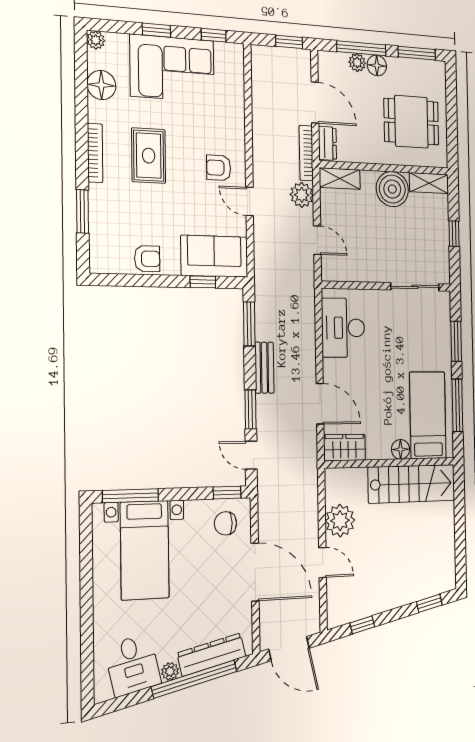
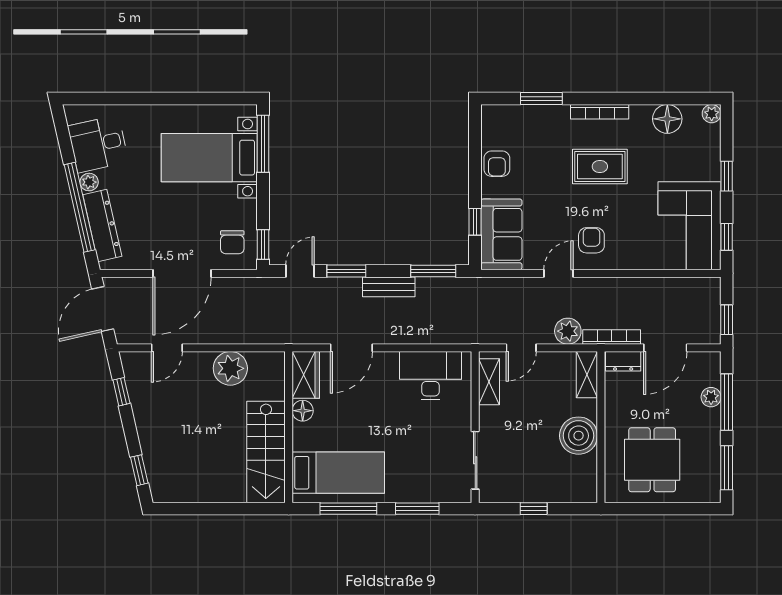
floor lamp: (377, 65) -> (710, 420), removed
corner sofa: (172, 68) -> (689, 226), moved
shelving: (429, 183) -> (489, 382), moved
floor lamp: (400, 449) -> (303, 411), moved
chair: (225, 523) -> (232, 242), turned 180
door: (323, 563) -> (167, 348), moved

